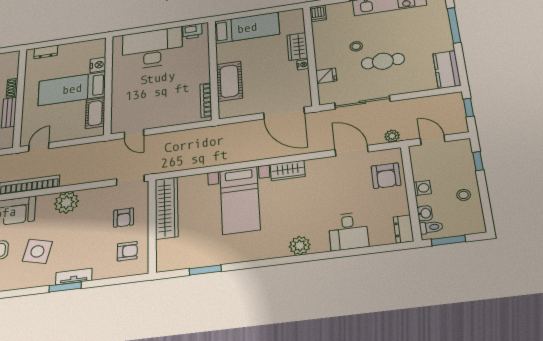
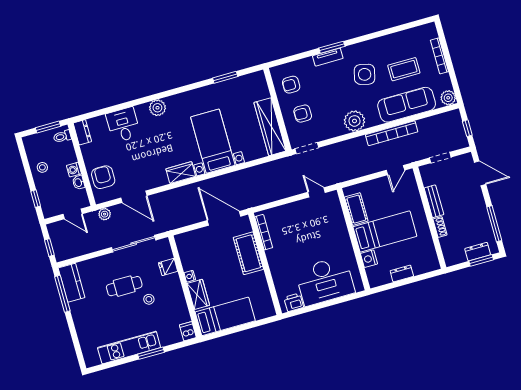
window: (454, 25) -> (62, 294), moved
bed: (247, 28) -> (225, 316), moved, turned 180
dresser: (46, 52) -> (402, 274), moved
door: (284, 113) -> (224, 218), moved
washbasin: (425, 213) -> (78, 182), moved
armchair: (124, 218) -> (303, 114), turned -90

